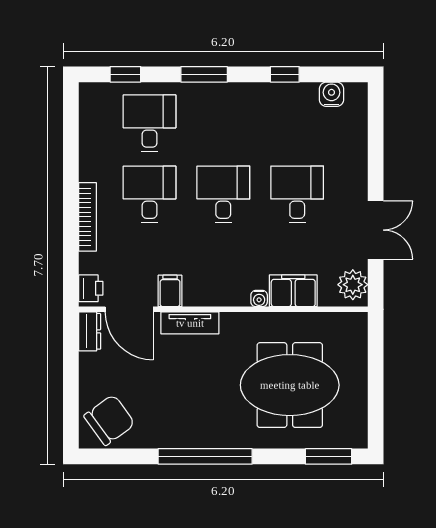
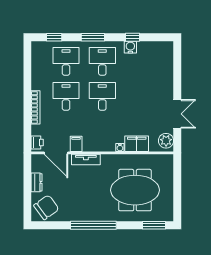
water cooler: (331, 94) -> (130, 47), moved
desk: (297, 194) -> (102, 61), moved
dresser: (90, 331) -> (37, 182), moved

